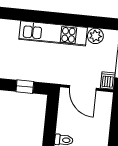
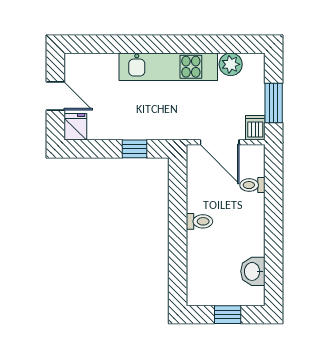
toilet: (102, 119) -> (252, 185), added

